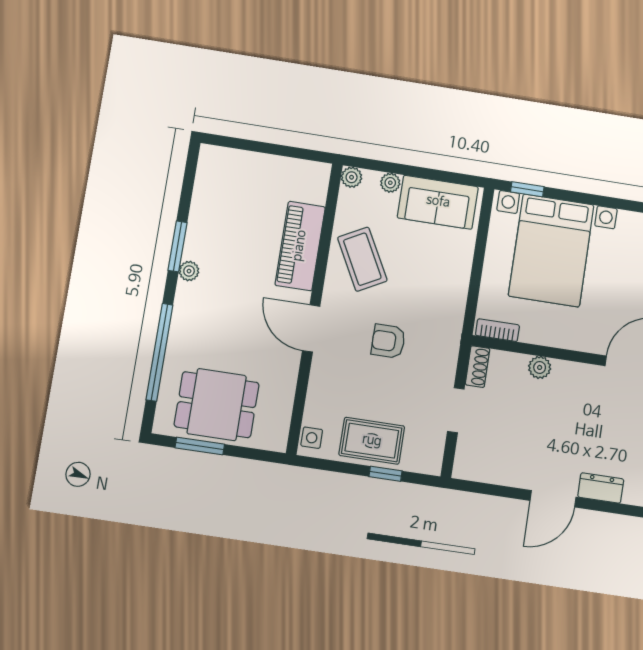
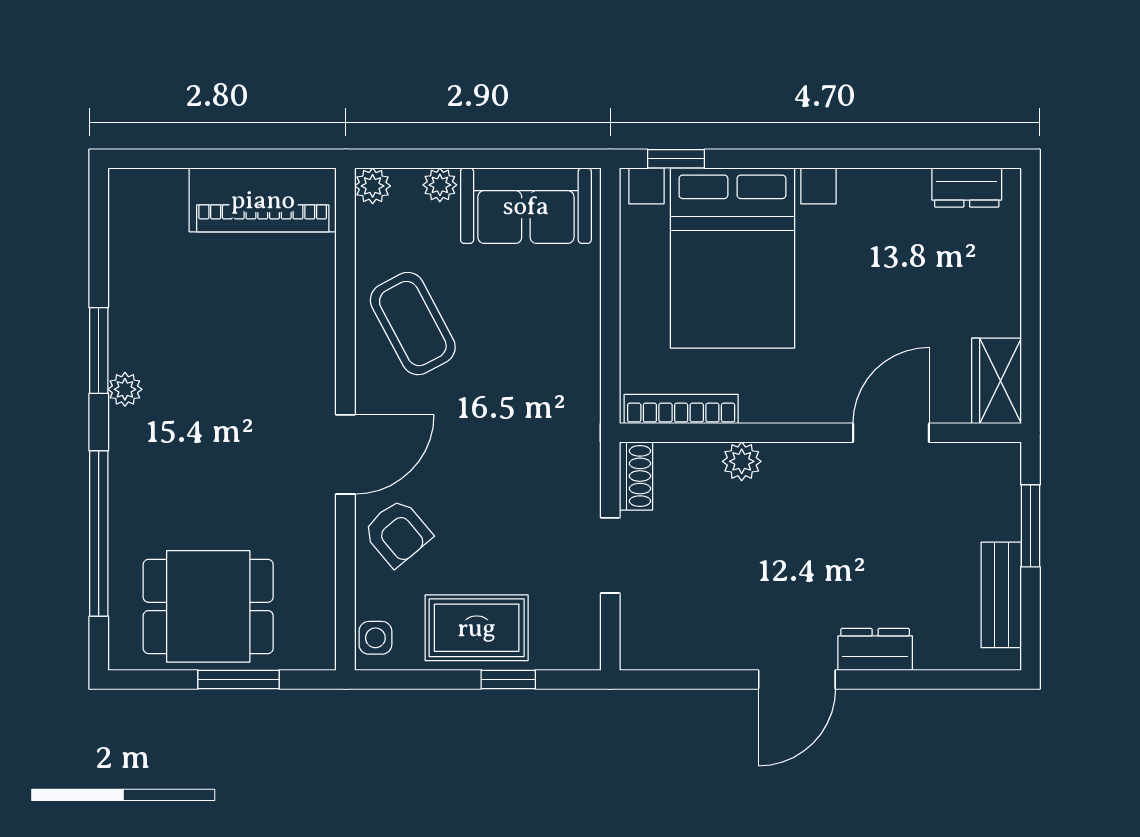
piano: (300, 246) -> (263, 200), moved, turned -90
door: (311, 328) -> (345, 454), swing flipped
bookcase: (497, 330) -> (681, 409), width x1.56
armchair: (388, 341) -> (397, 533), moved, turned -130
window: (200, 446) -> (238, 679), moved

